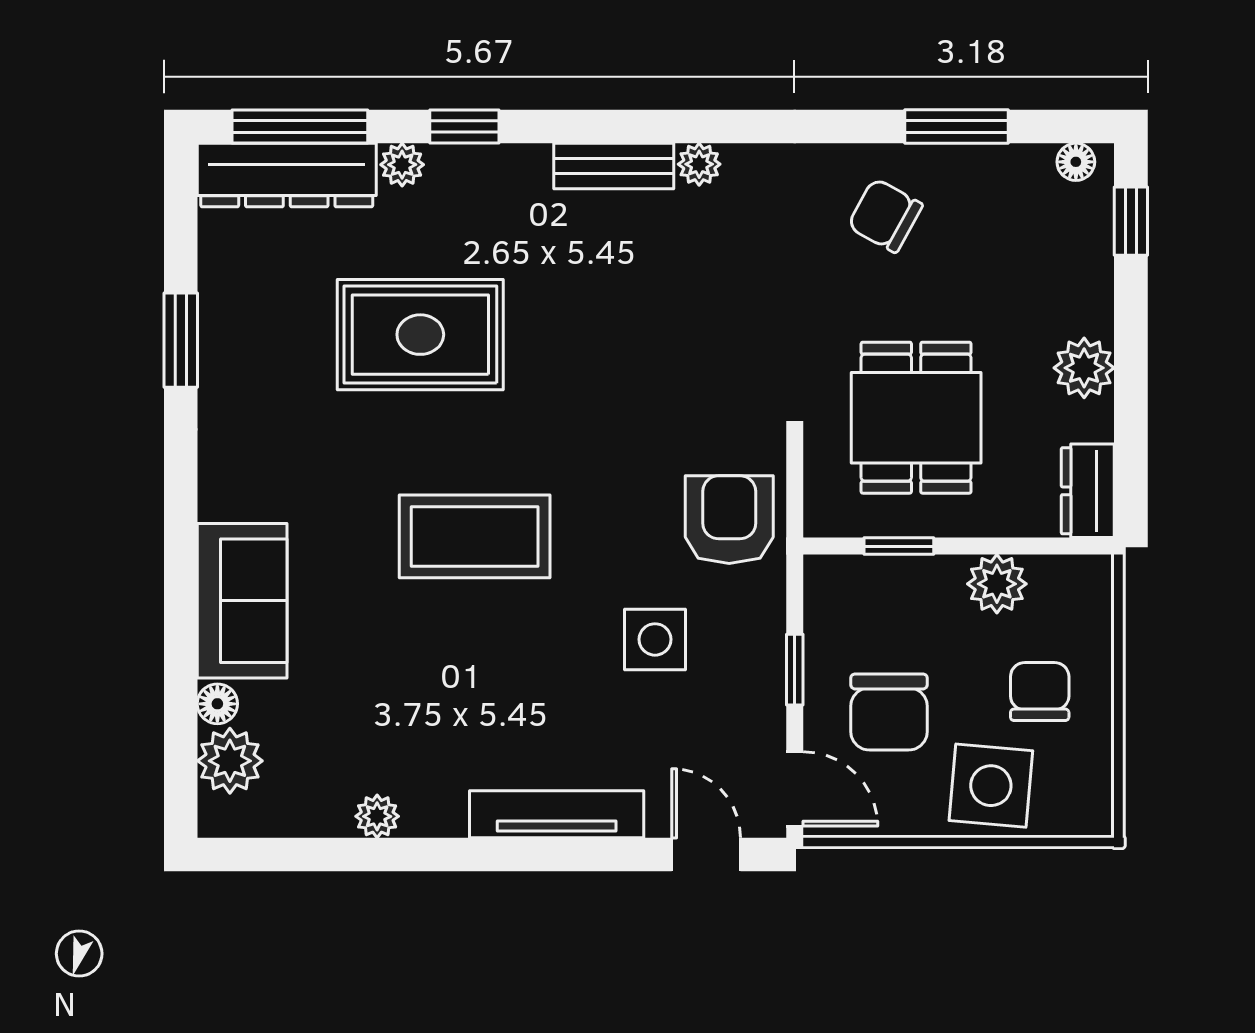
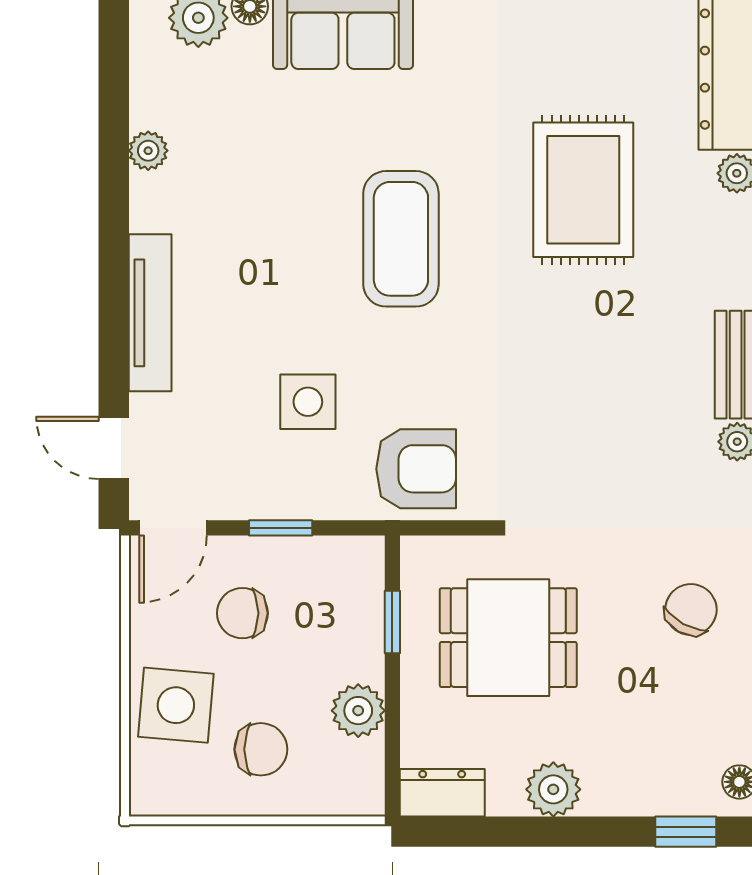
chair: (889, 712) -> (242, 613), width x0.73, depth x0.73
door: (706, 854) -> (114, 448), swing flipped

